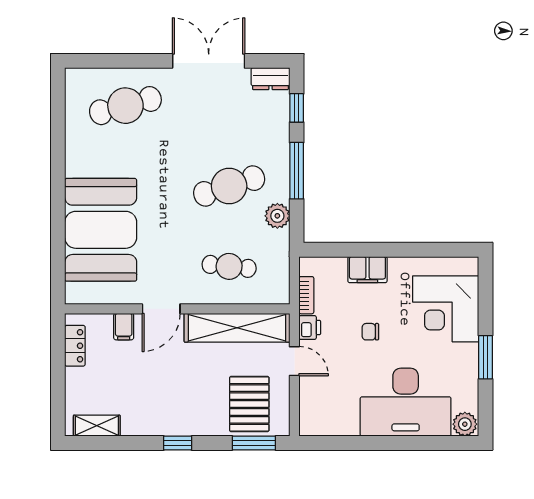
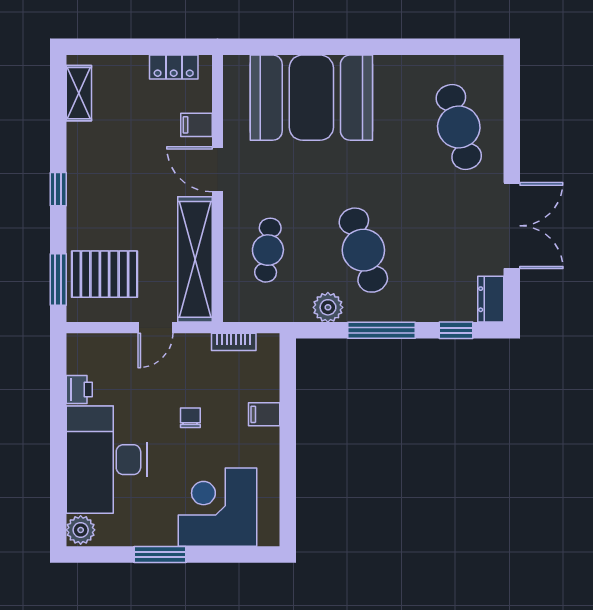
filing cabinet: (367, 270) -> (264, 414), width x0.50
printer: (310, 328) -> (79, 389), moved, turned -90

